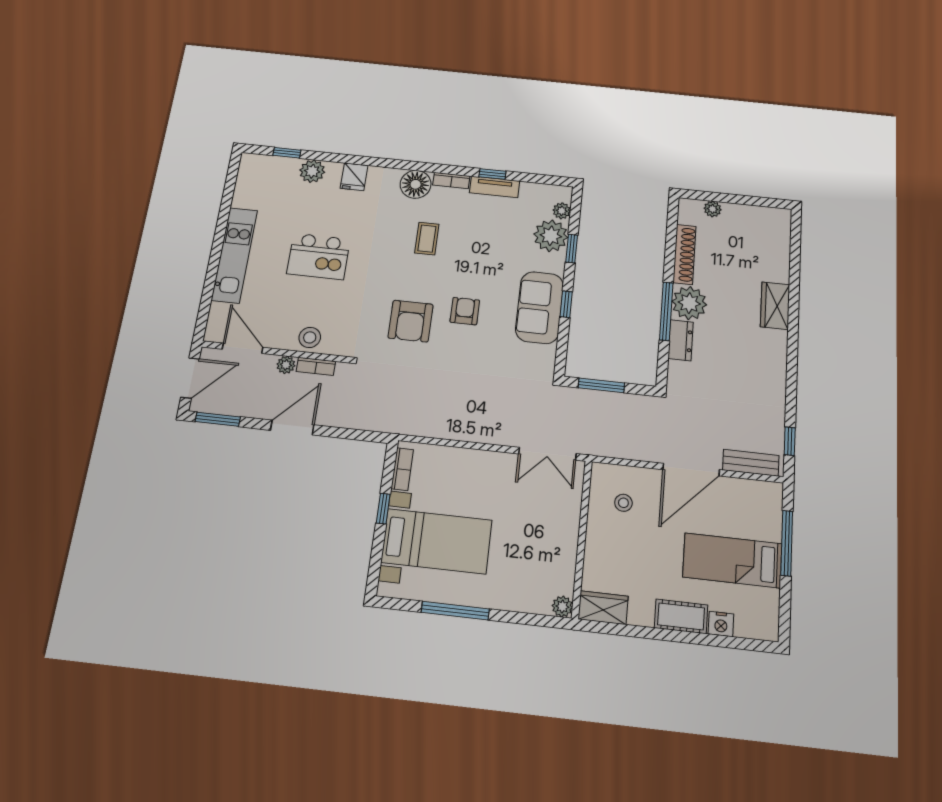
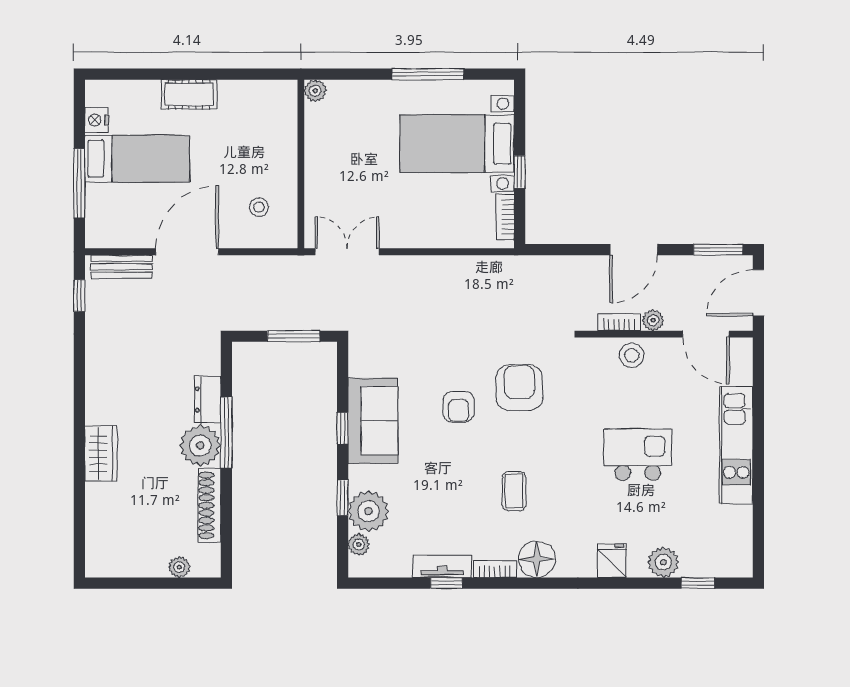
wardrobe: (603, 608) -> (272, 94), removed
nightstand: (721, 624) -> (97, 120), moved, turned -90

